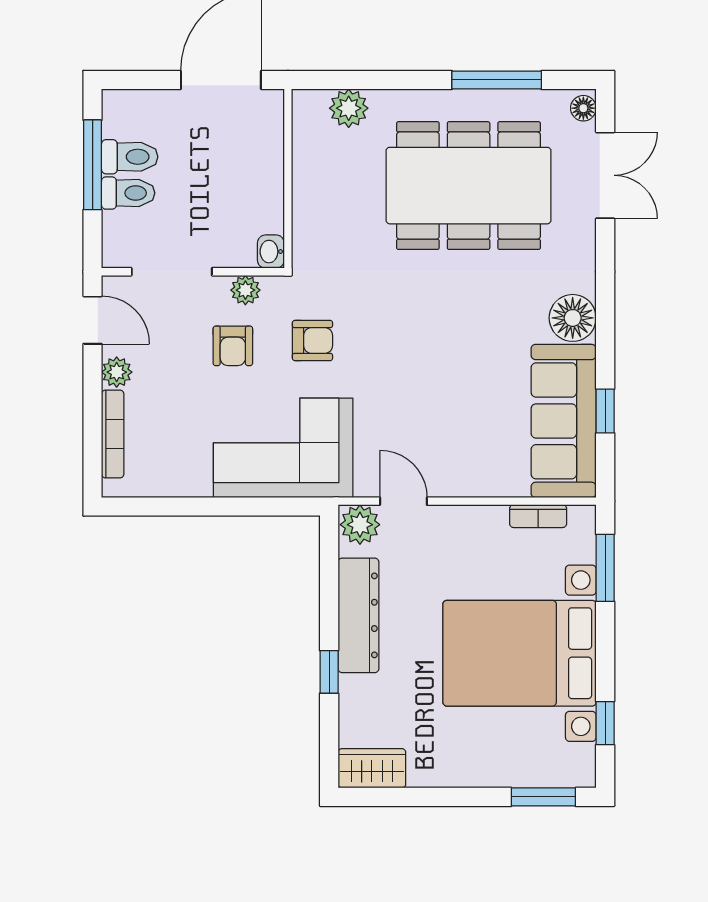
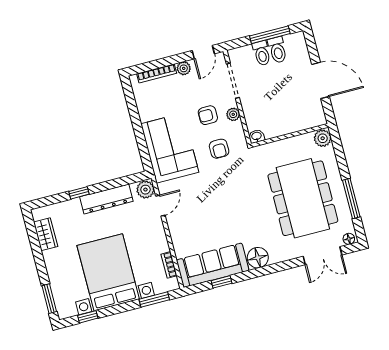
wall: (288, 179) -> (290, 135), moved
washbasin: (271, 252) -> (257, 136), moved
wardrobe: (372, 768) -> (46, 234), moved

